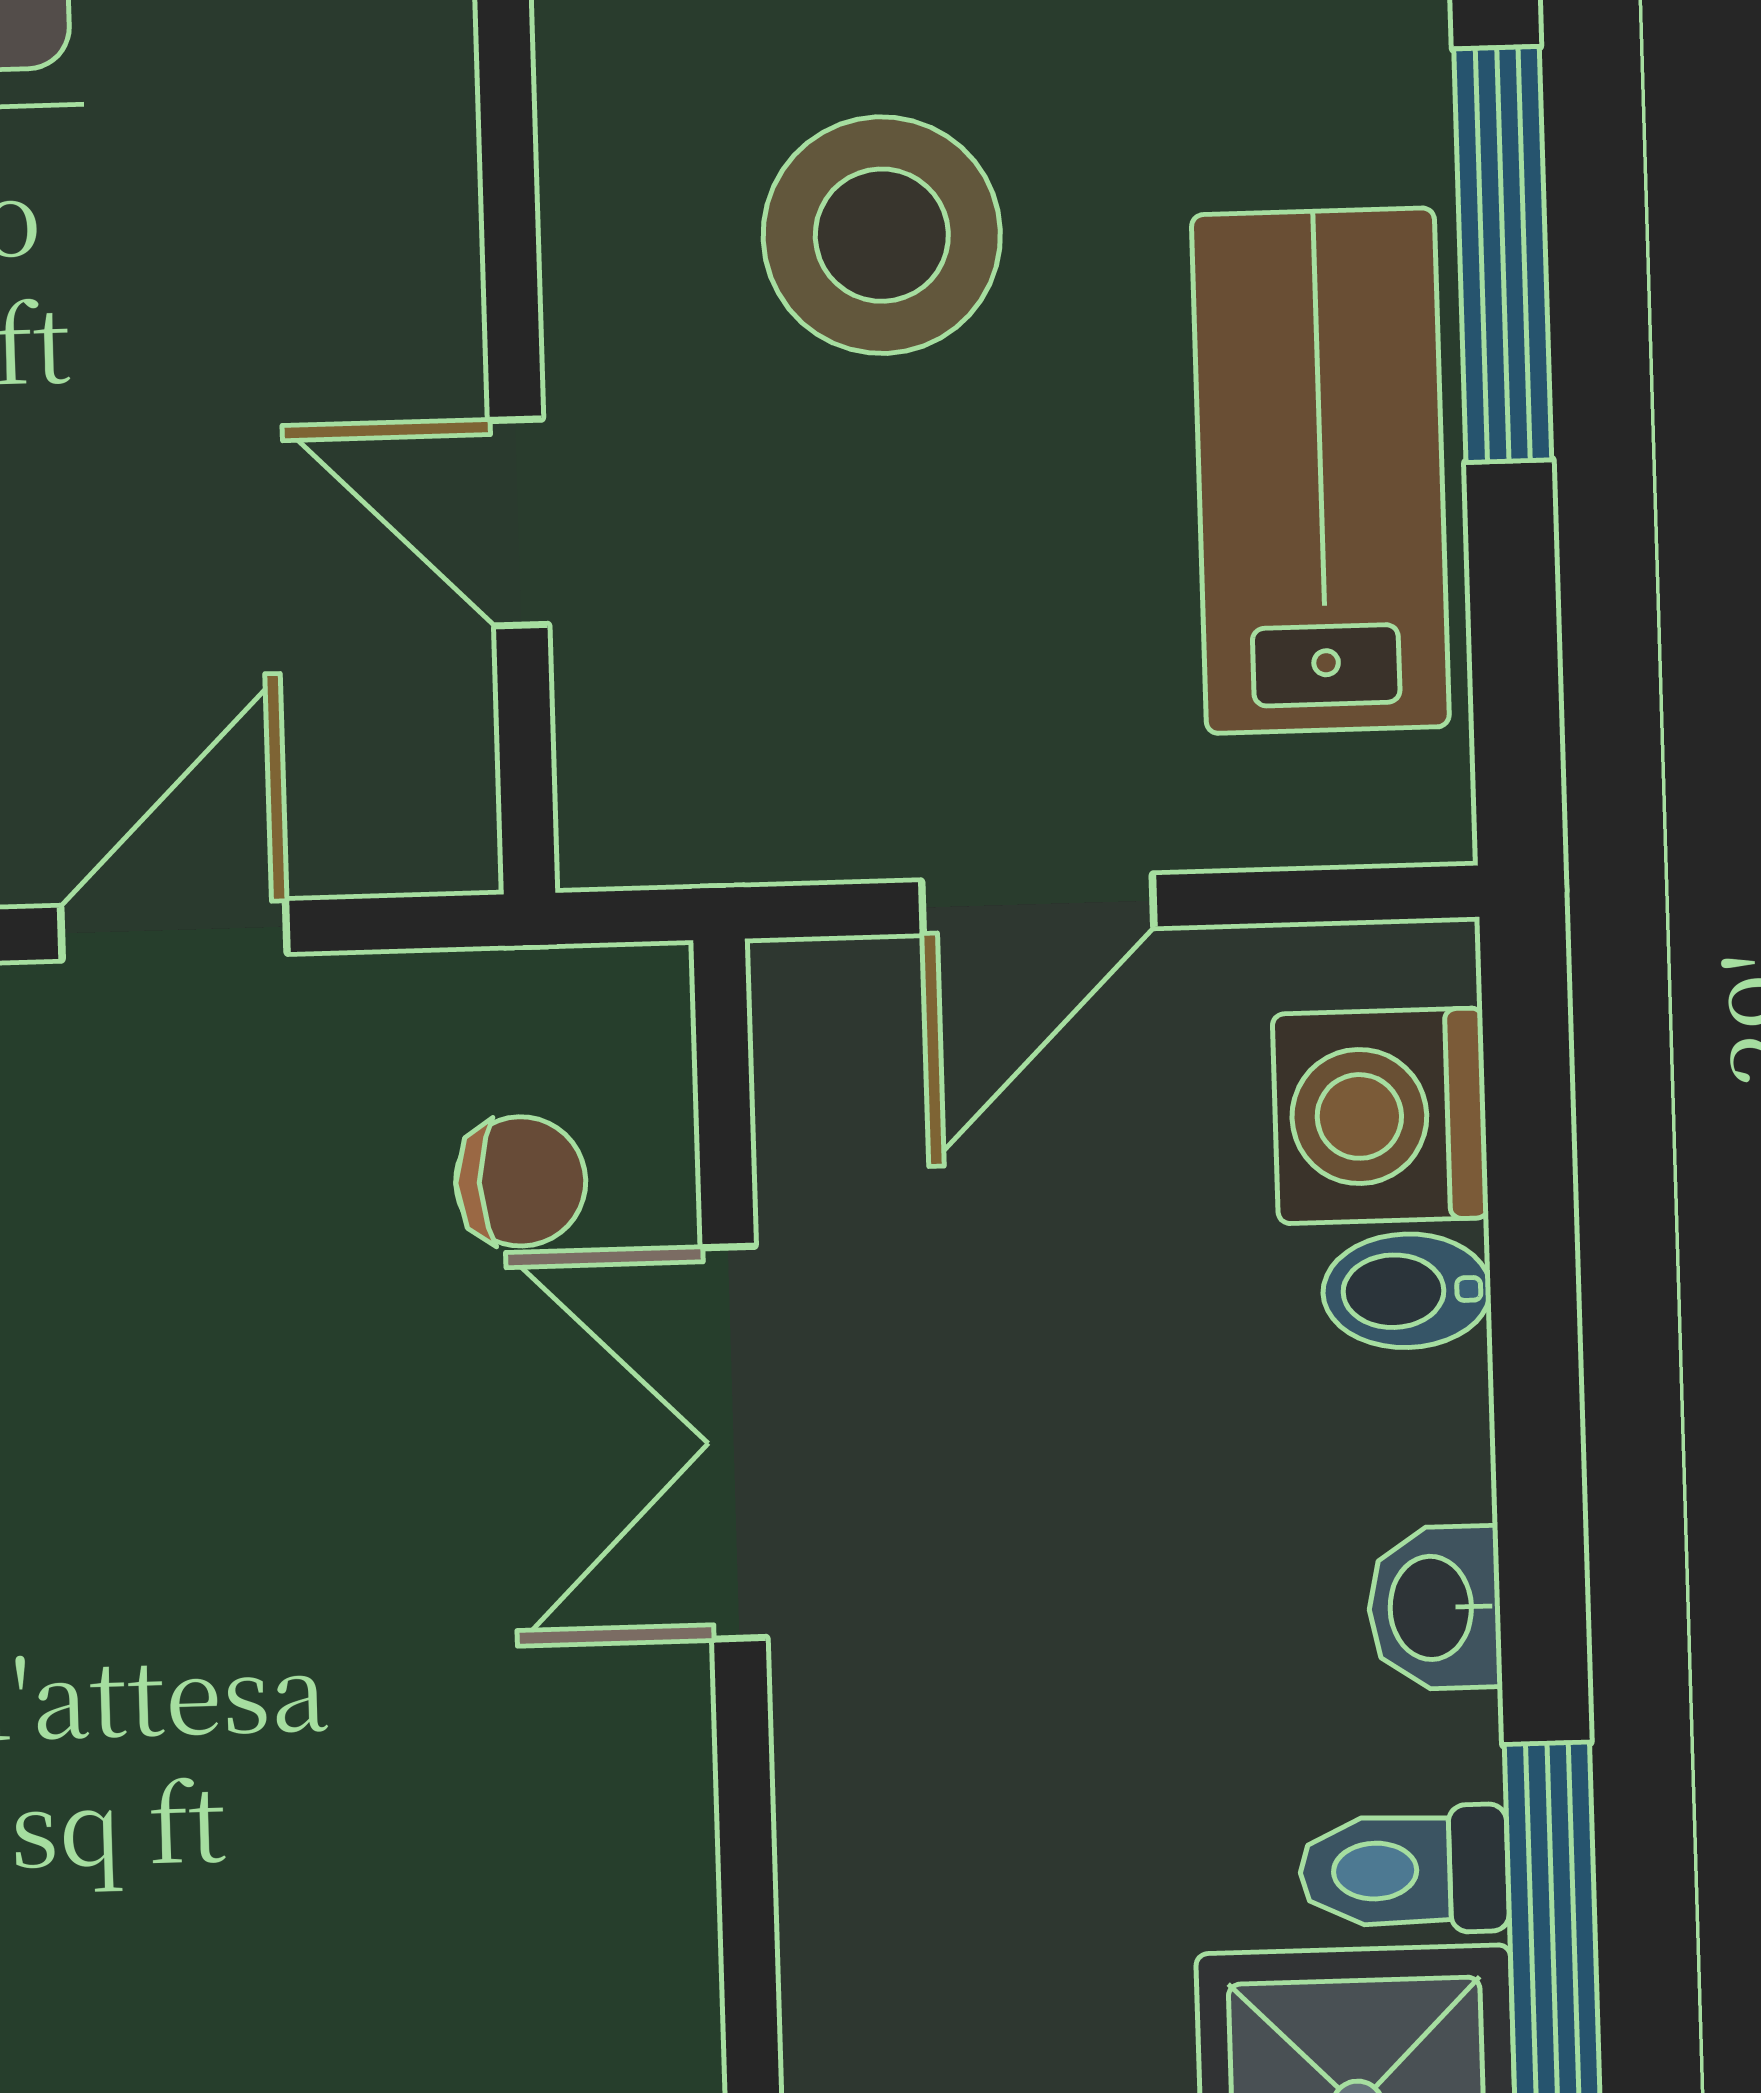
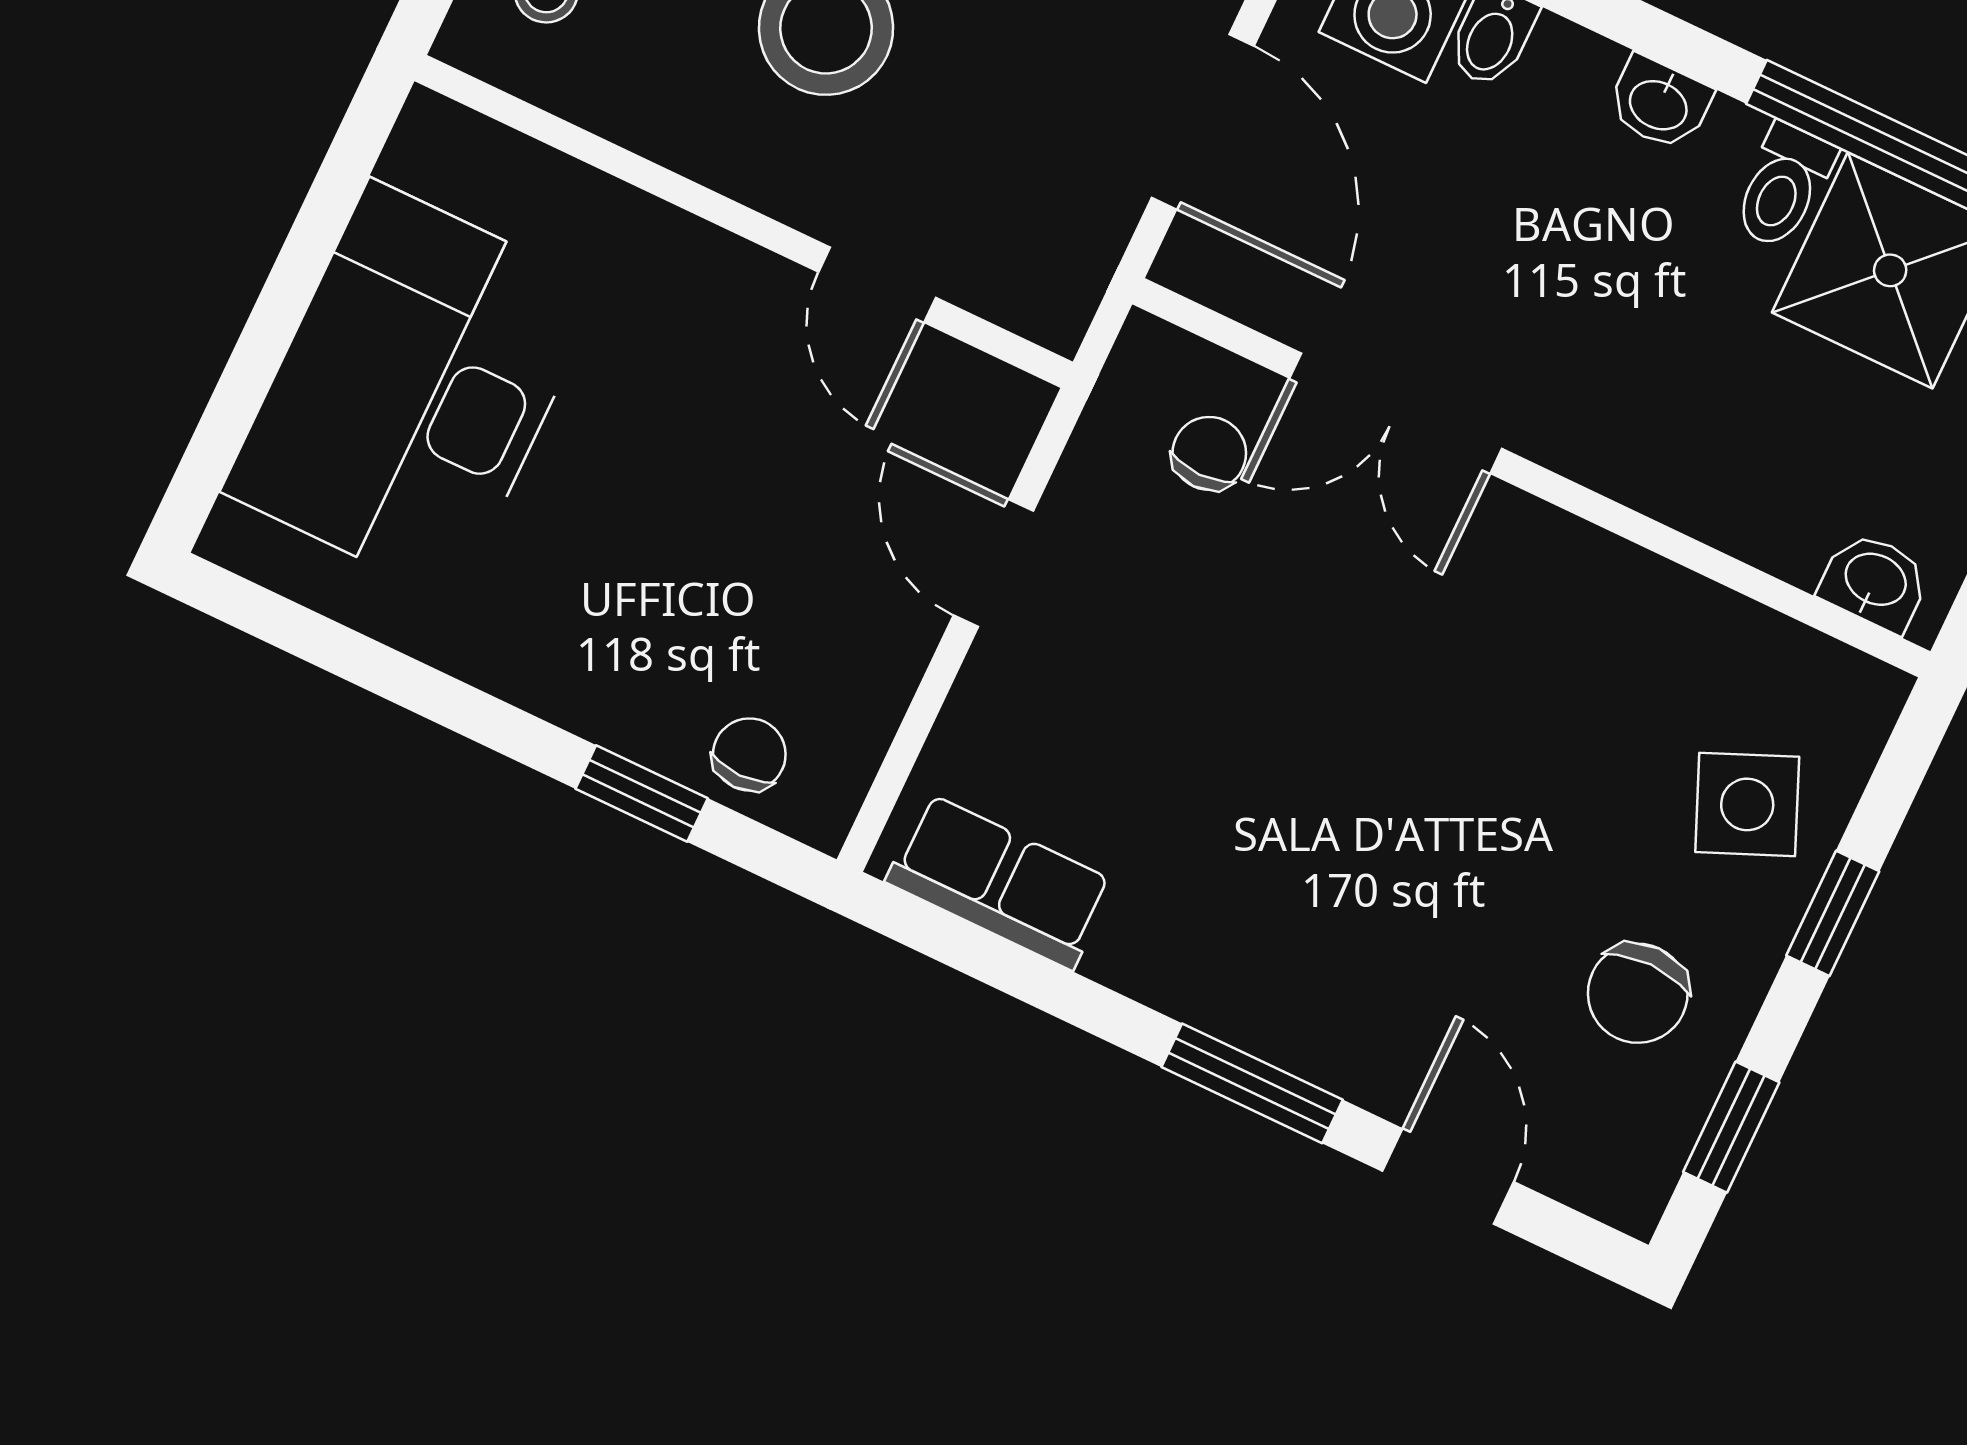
door: (519, 522) -> (877, 285), hinge flipped
door: (1038, 904) -> (1203, 122), width x1.38

